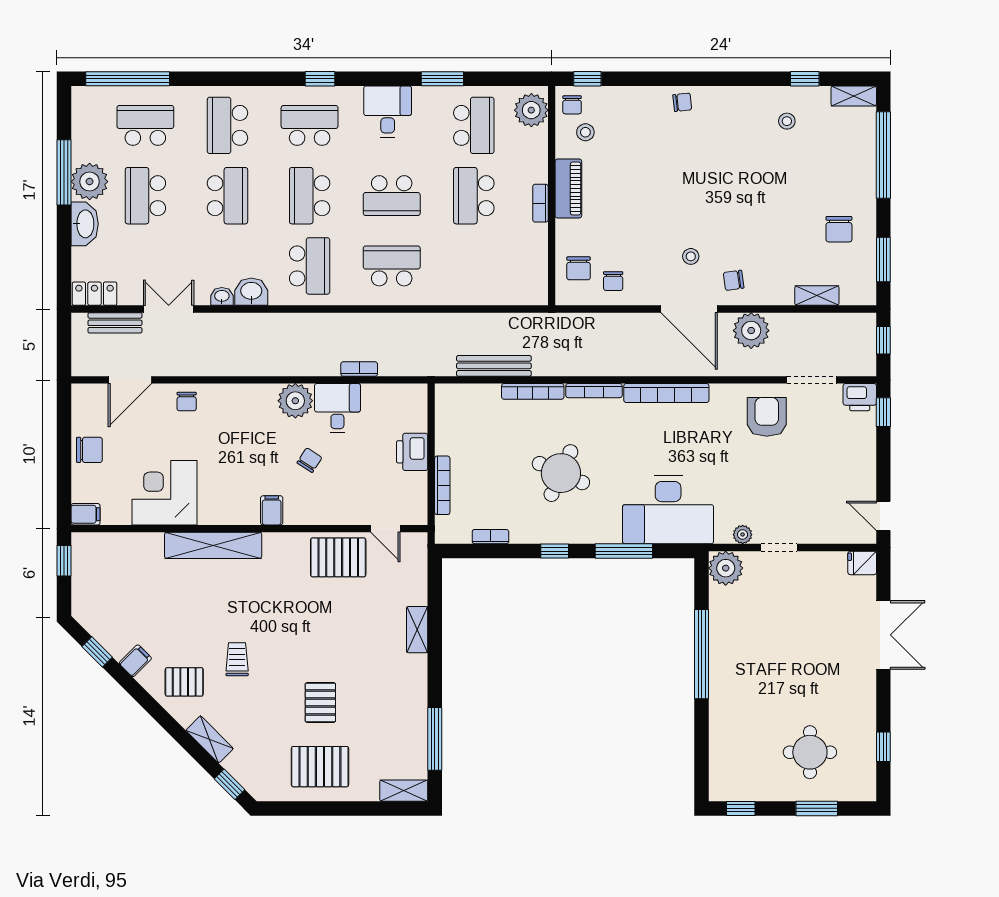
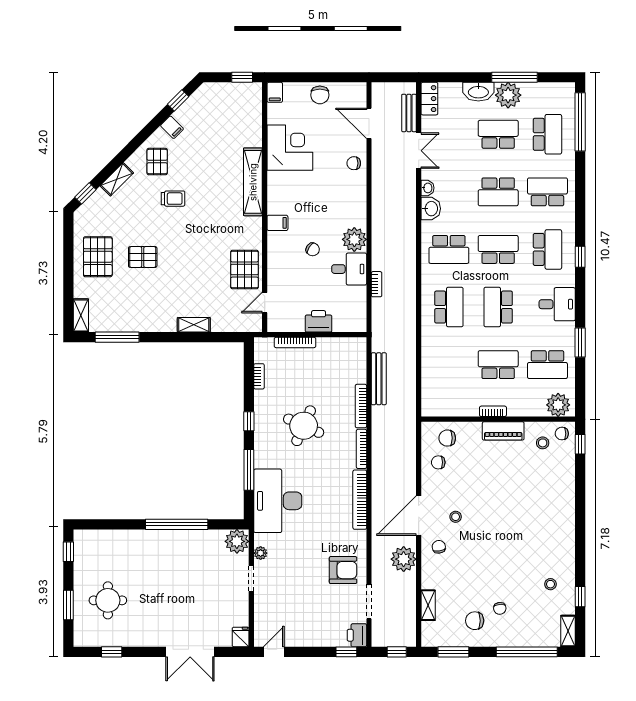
chair: (682, 102) -> (500, 608), moved

